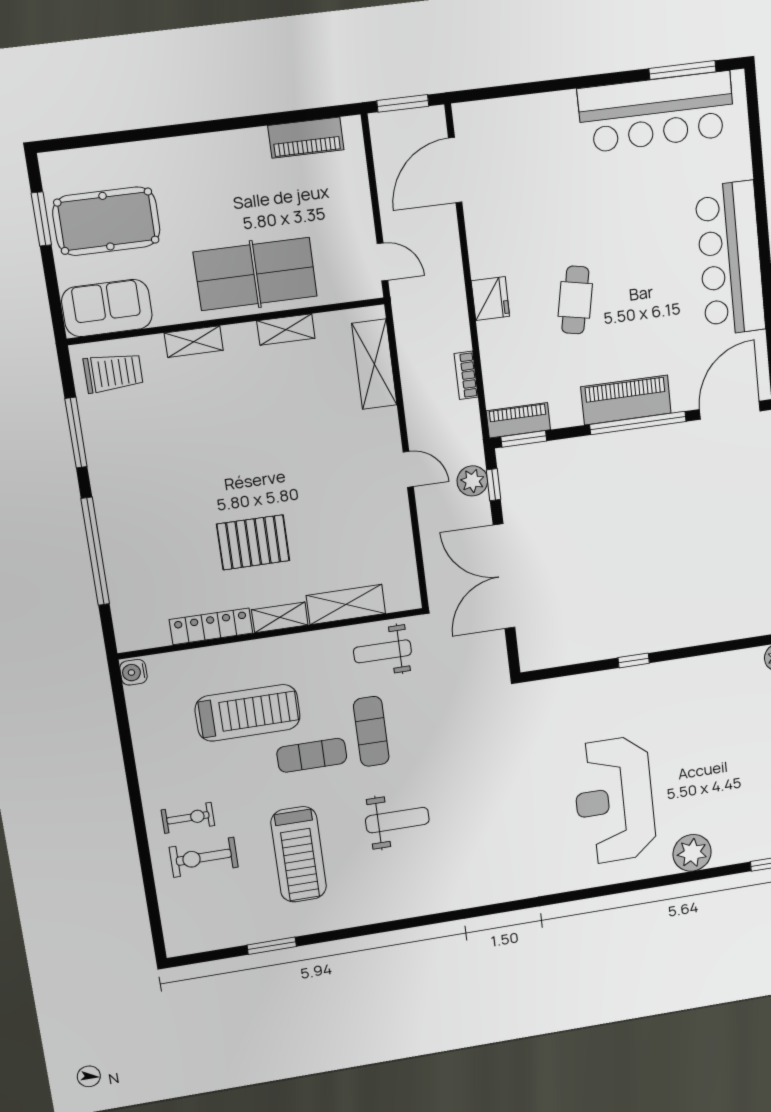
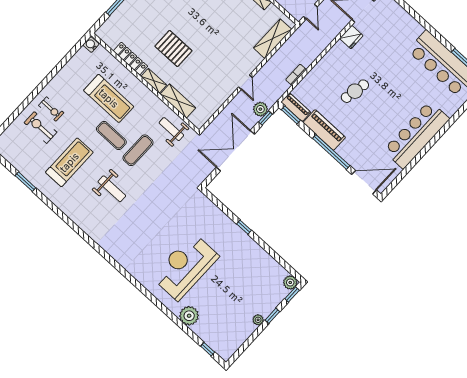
fridge: (490, 299) -> (351, 37), moved
piano: (626, 400) -> (324, 130), moved
treadmill: (299, 854) -> (69, 162), turned 180

